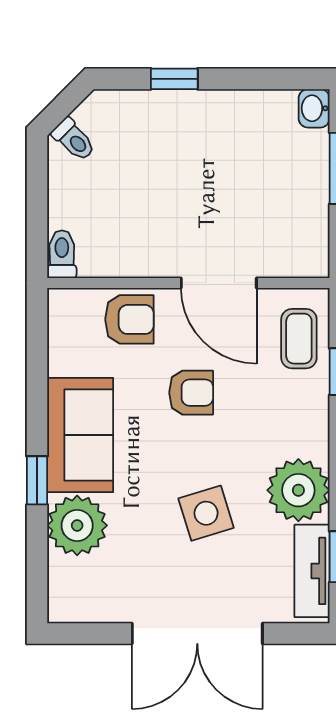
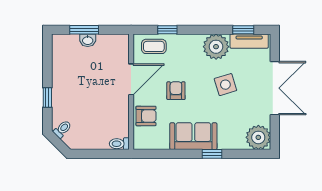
washbasin: (314, 108) -> (88, 40), moved
toilet: (74, 140) -> (62, 129), moved
armchair: (129, 319) -> (146, 116), turned 90
plant: (77, 525) -> (258, 137), moved

